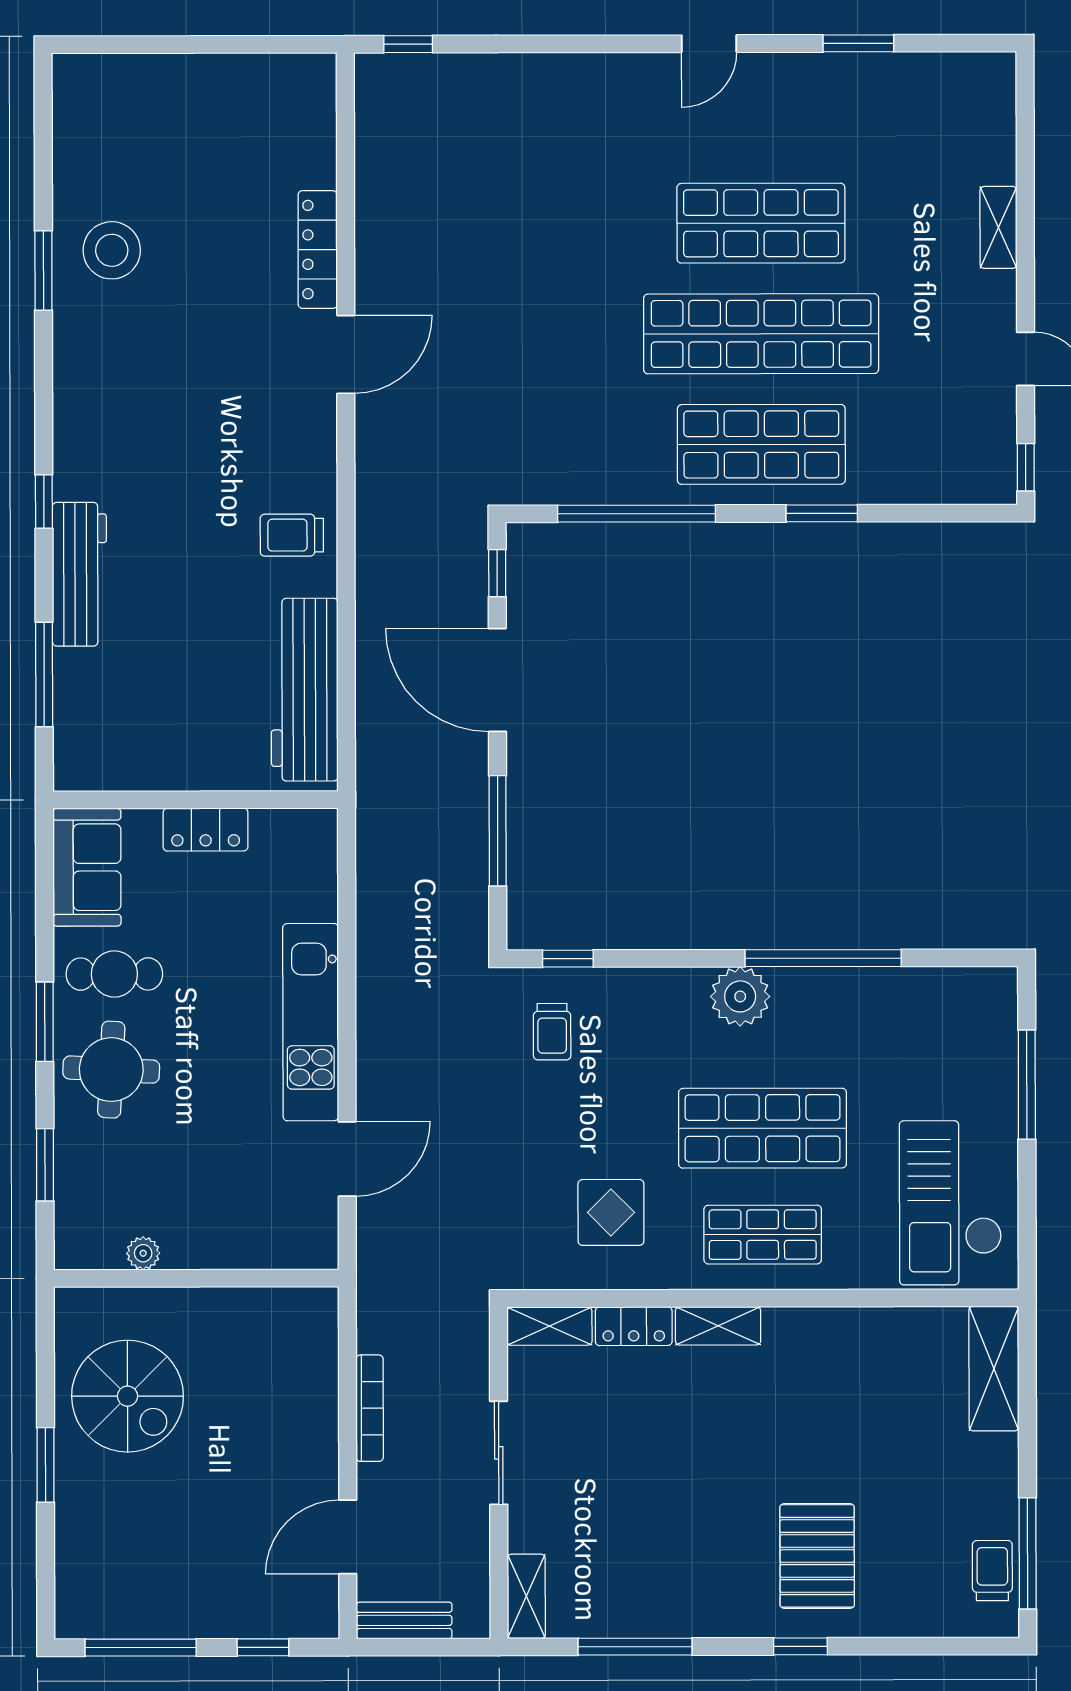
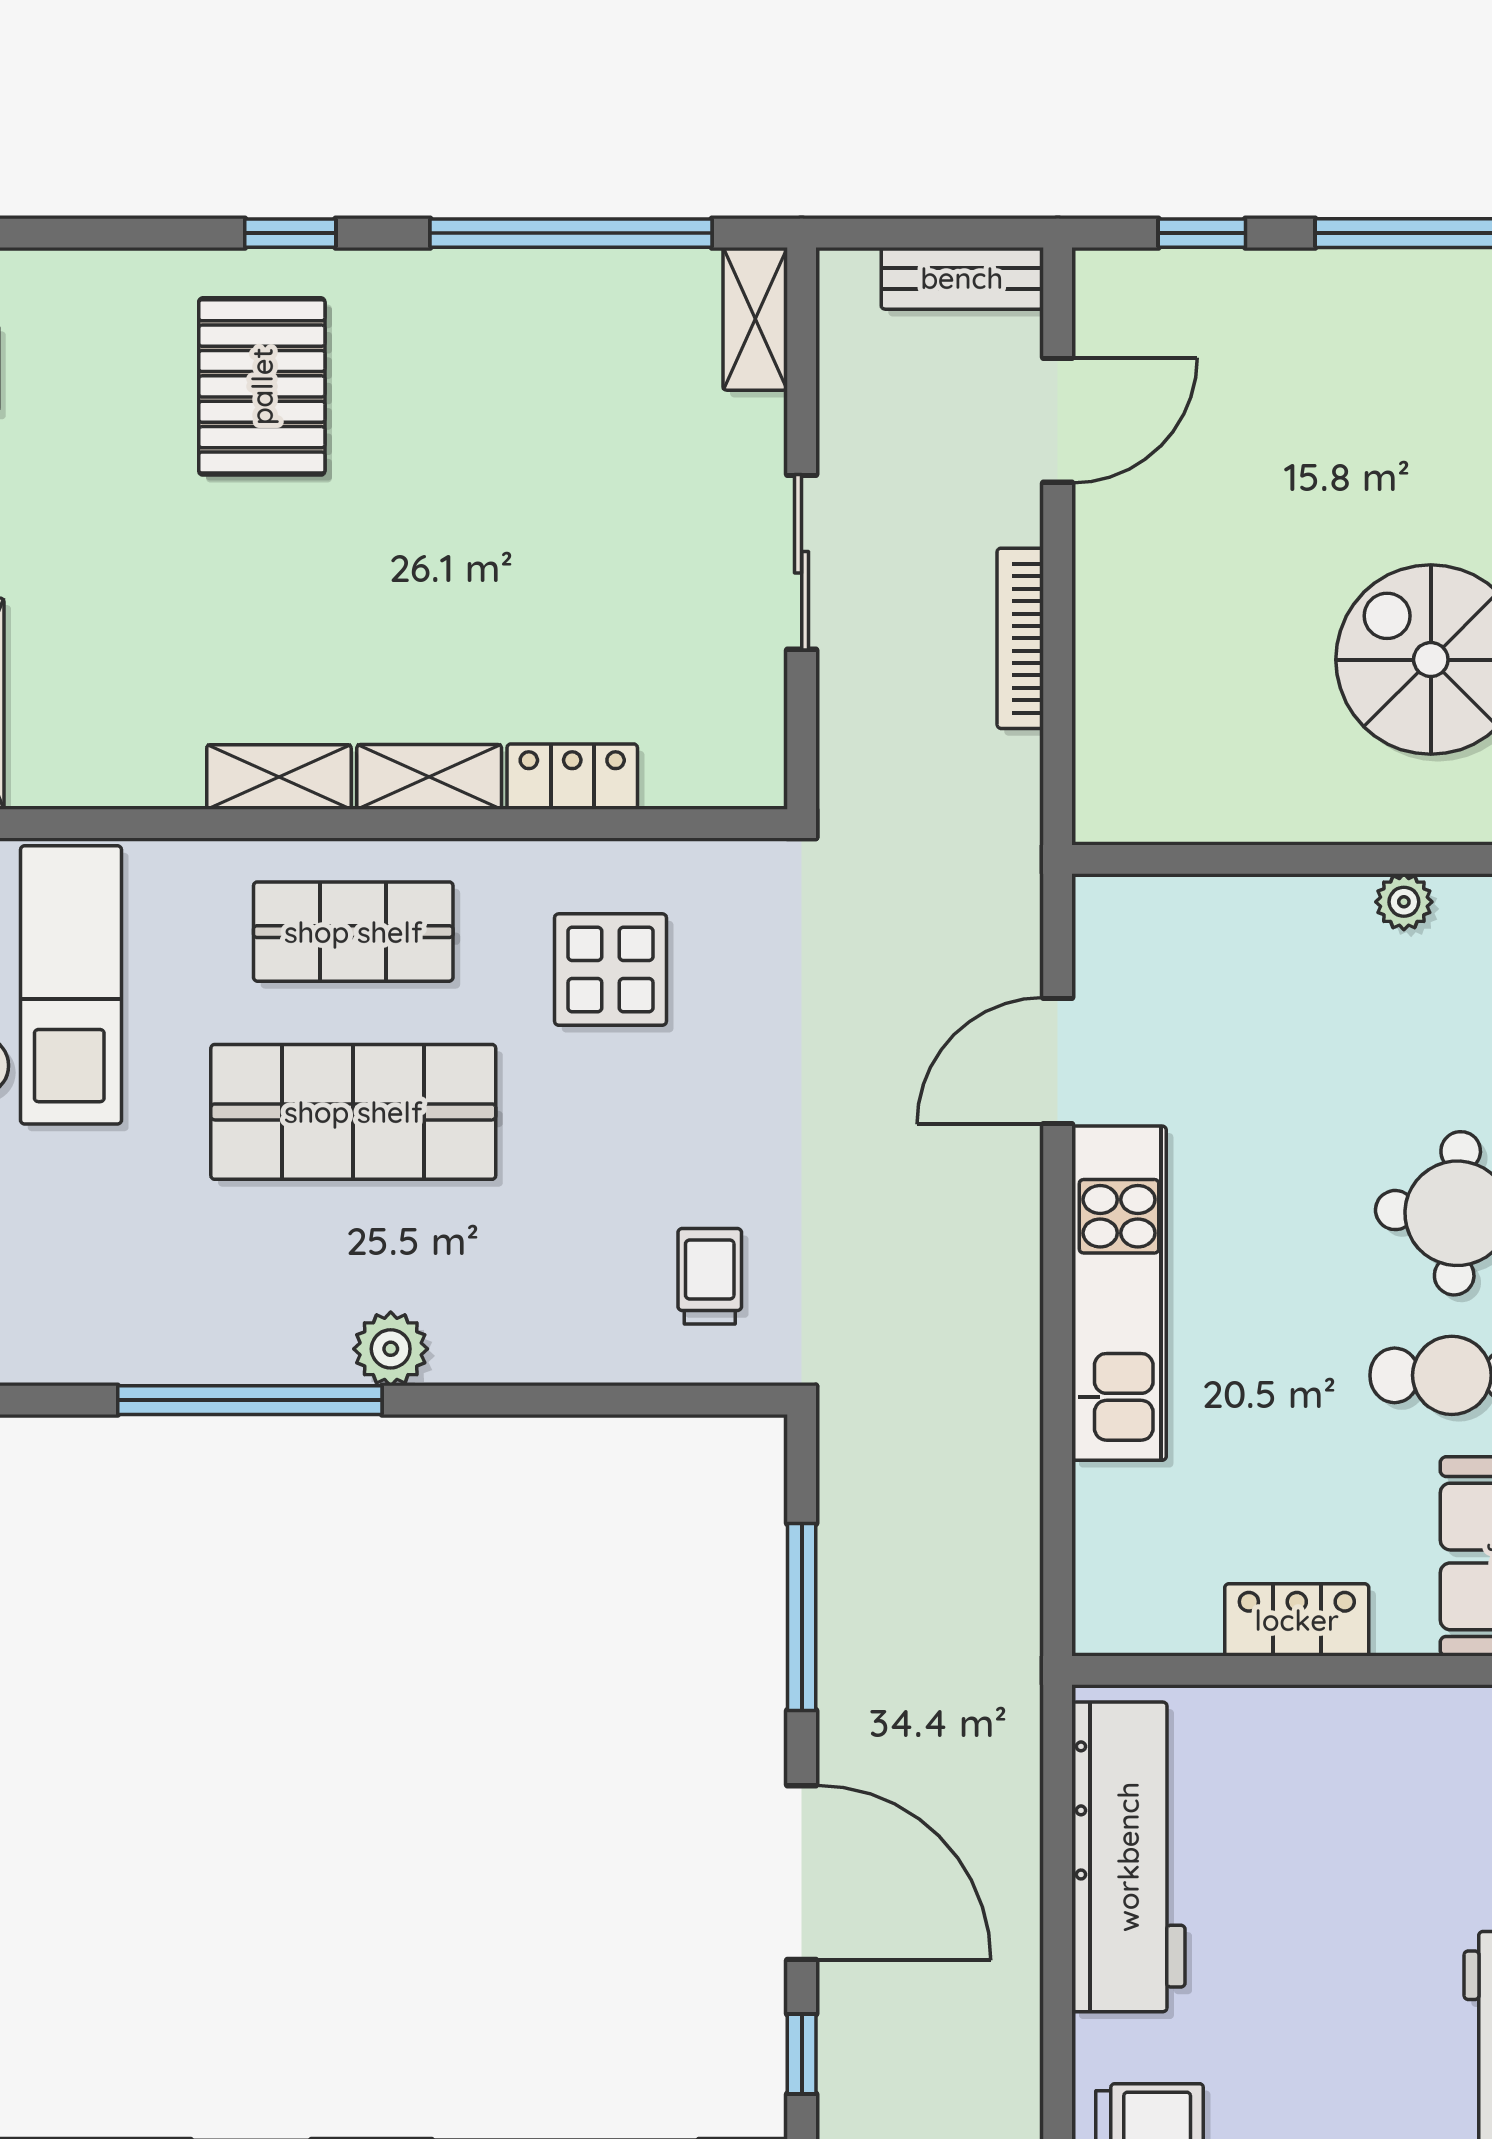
window: (568, 959) -> (683, 1400), removed
plant: (740, 996) -> (391, 1349), width x0.73, depth x0.73
shelving: (549, 1326) -> (279, 777), moved
window: (635, 1647) -> (571, 233), width x1.46

